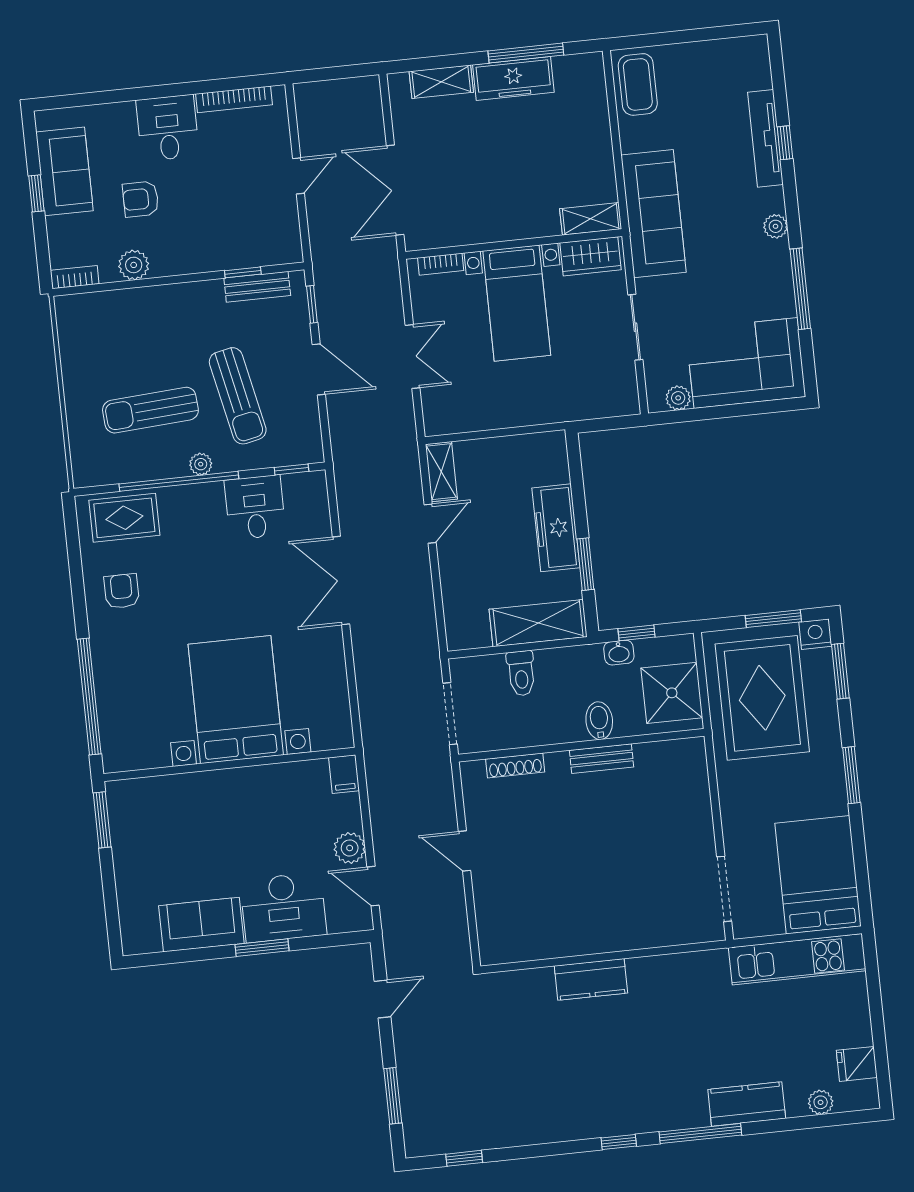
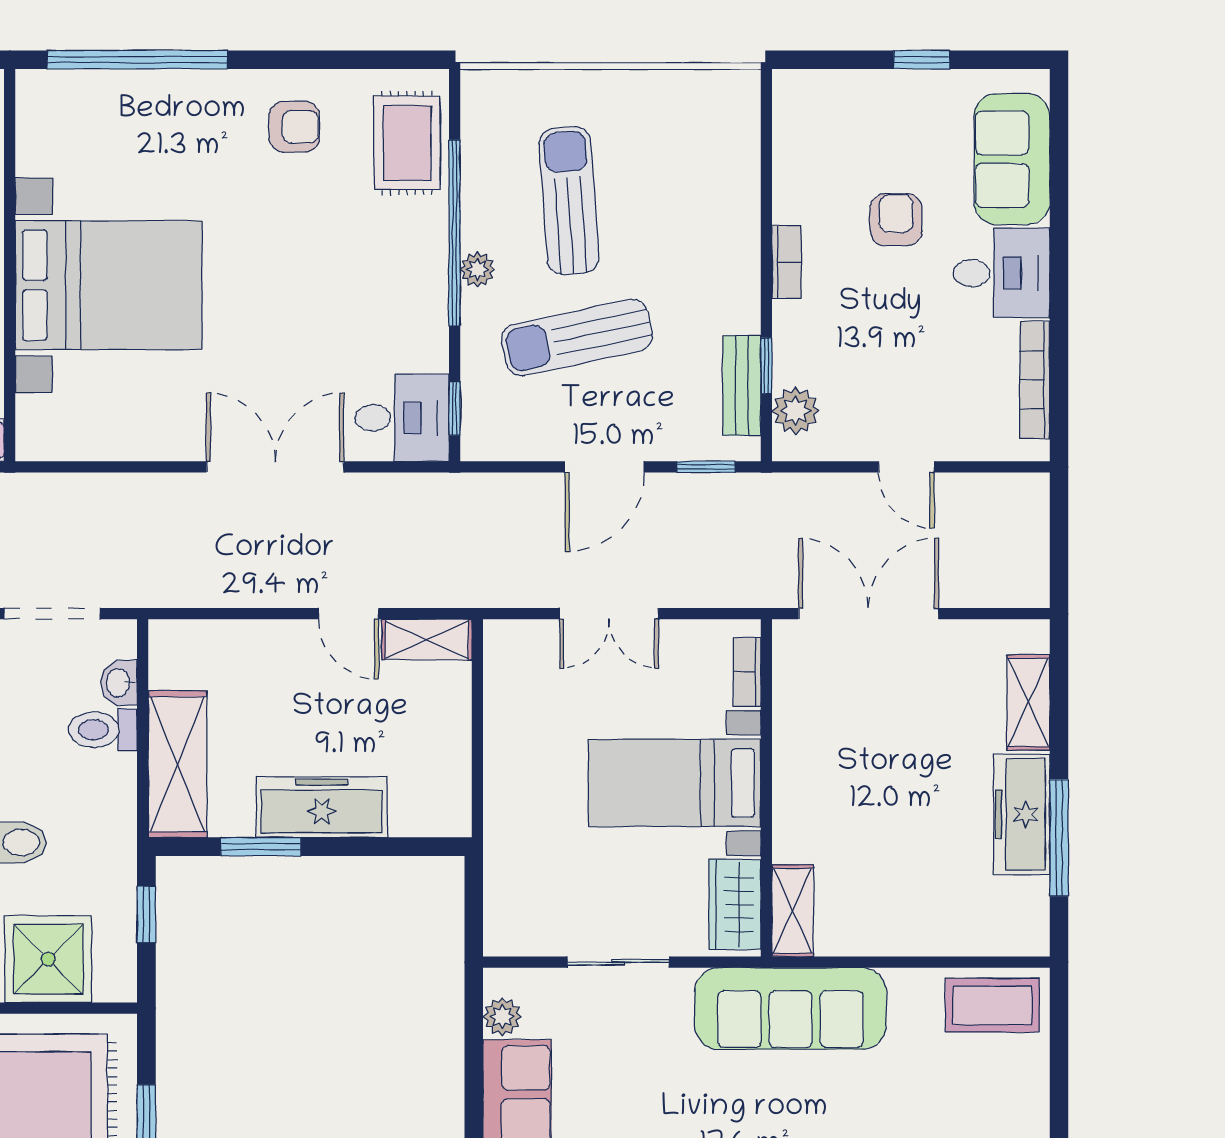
sofa: (64, 171) -> (1012, 159), moved, turned 90
plant: (134, 265) -> (796, 411), moved
bookcase: (75, 277) -> (786, 262), moved
desk: (255, 507) -> (402, 418), moved
washbasin: (619, 653) -> (119, 683), moved

